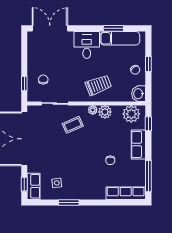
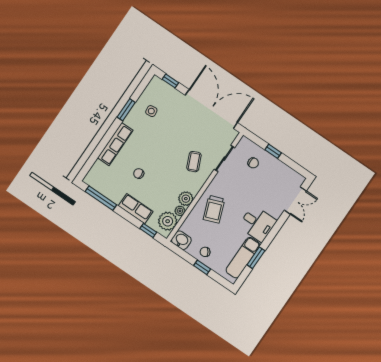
double door: (50, 28) -> (295, 200), width x0.73
window: (24, 83) -> (273, 151), moved
plant: (93, 110) -> (180, 211), moved
row of seats: (34, 186) -> (163, 88), removed
row of seats: (126, 193) -> (115, 144), moved

